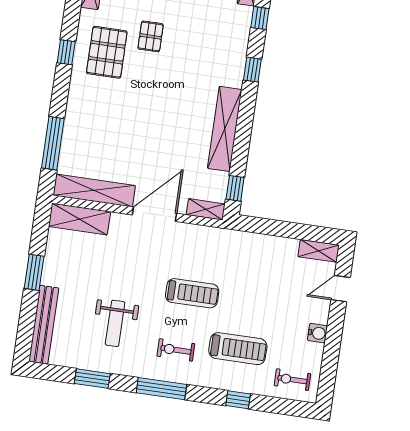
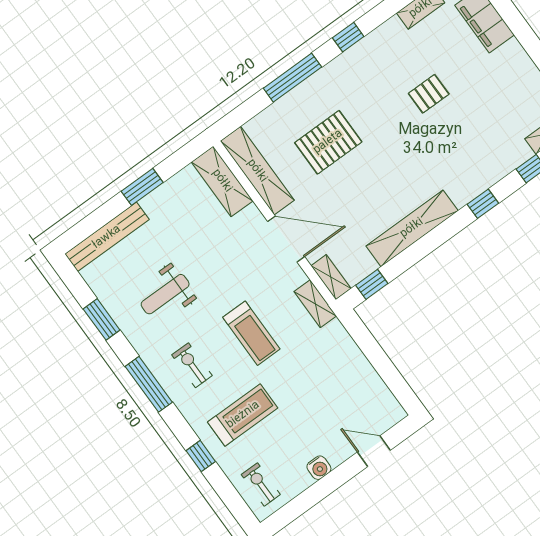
pallet: (107, 52) -> (328, 142), moved
window: (53, 143) -> (292, 78), moved
shelving: (319, 251) -> (315, 304), moved
treadmill: (238, 349) -> (243, 415), turned -90

